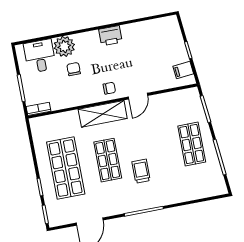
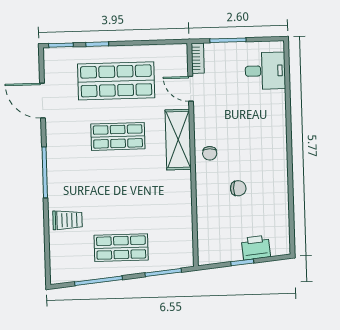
printer: (110, 36) -> (256, 247), moved, turned 84
plant: (64, 46) -> (273, 104), removed
chair: (74, 69) -> (238, 188), moved
filing cabinet: (183, 70) -> (218, 252), removed
door: (138, 96) -> (191, 89), moved
trolley: (141, 171) -> (68, 220), moved

